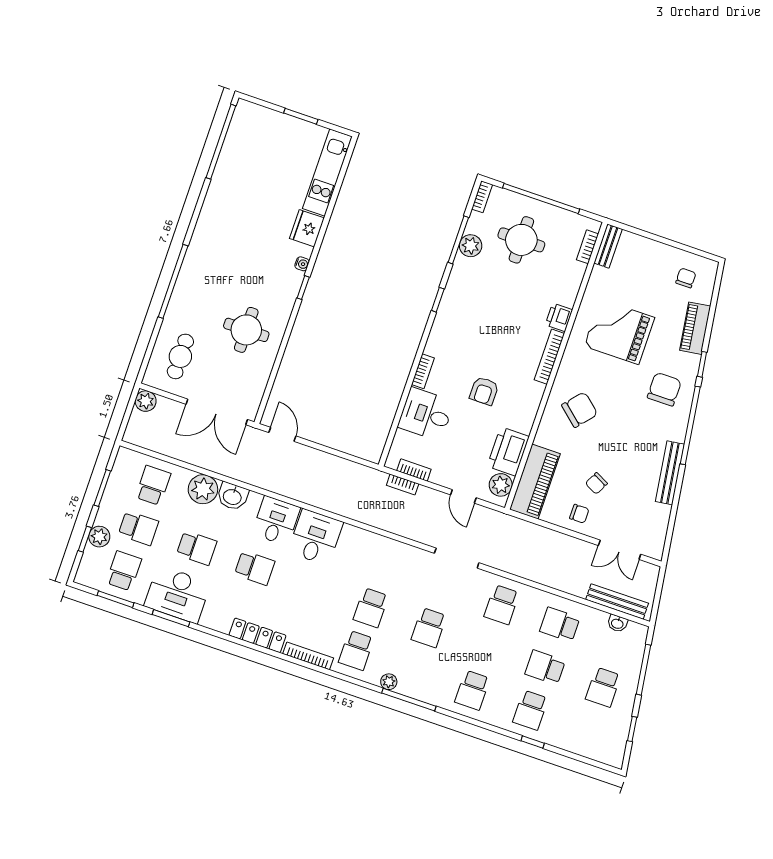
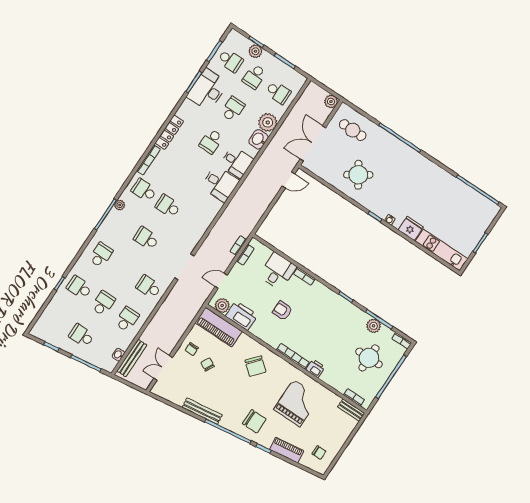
round table: (246, 330) -> (358, 175), turned -33
school desk: (197, 548) -> (233, 109), turned 180
school desk: (472, 690) -> (101, 255), turned 90

